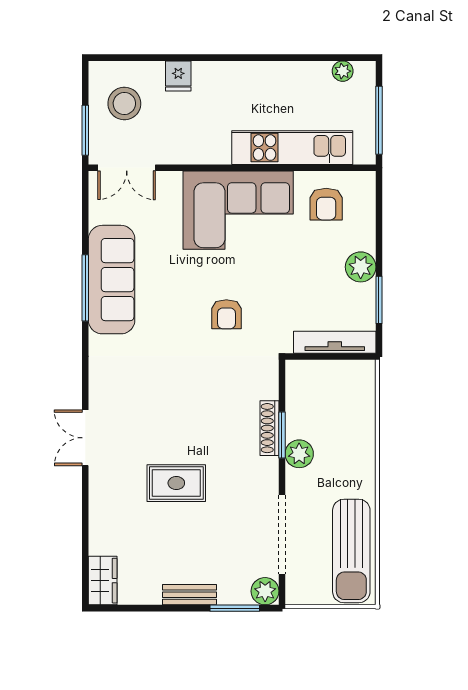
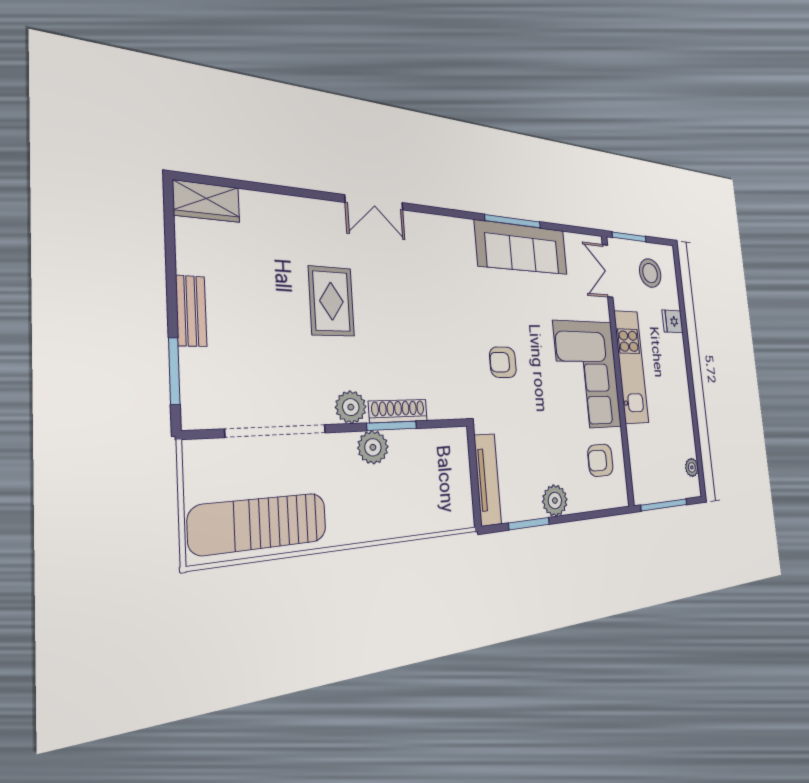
kitchen unit: (292, 148) -> (631, 367), moved
double door: (85, 438) -> (374, 202), swing flipped
plant: (265, 591) -> (351, 407), moved

